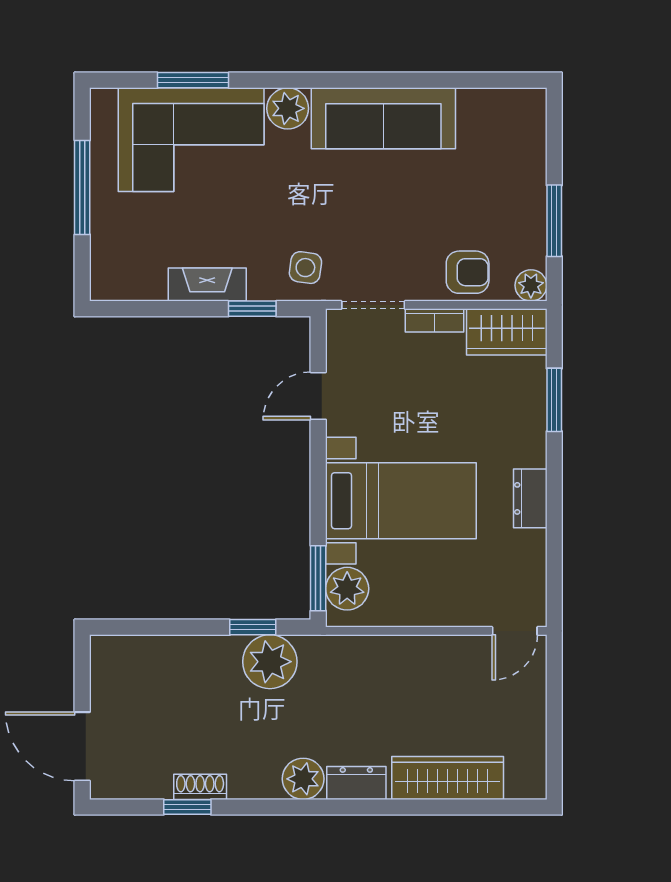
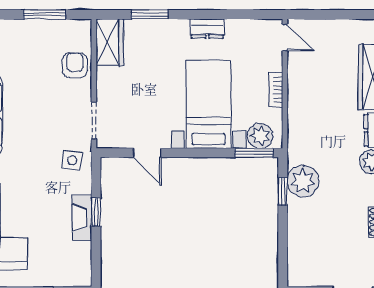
plant: (531, 285) -> (82, 28), removed
window: (252, 309) -> (96, 212), moved
bookcase: (434, 320) -> (276, 90), moved, turned 180

